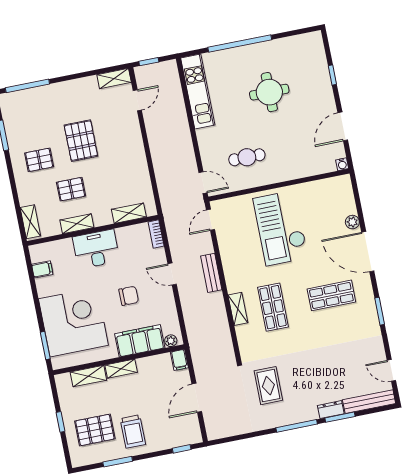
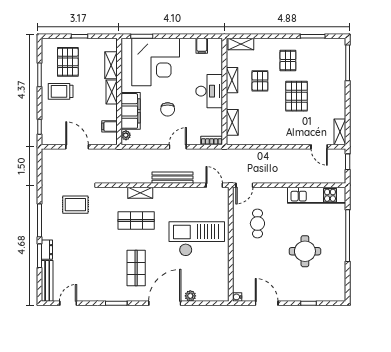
pallet: (81, 141) -> (296, 96), turned 90
bench: (211, 273) -> (173, 178), width x1.36
filing cabinet: (179, 360) -> (109, 126), moved

